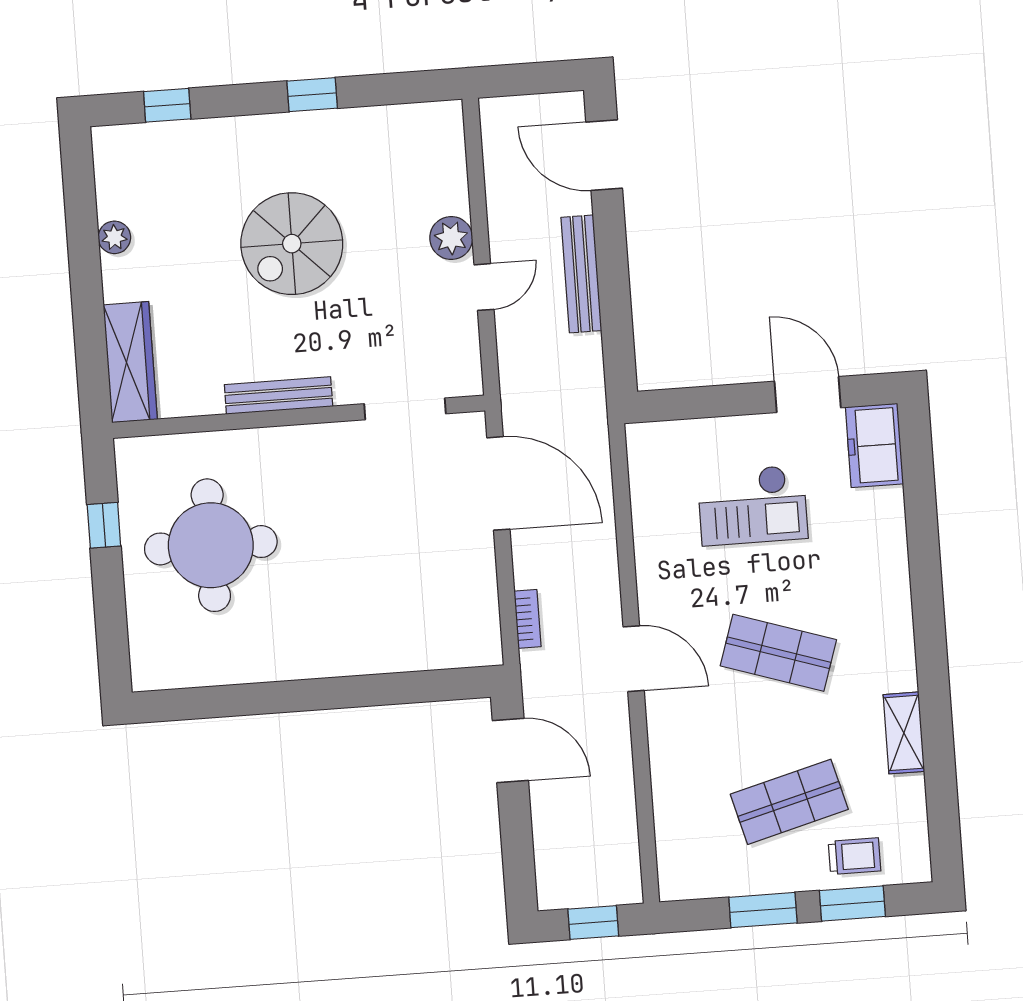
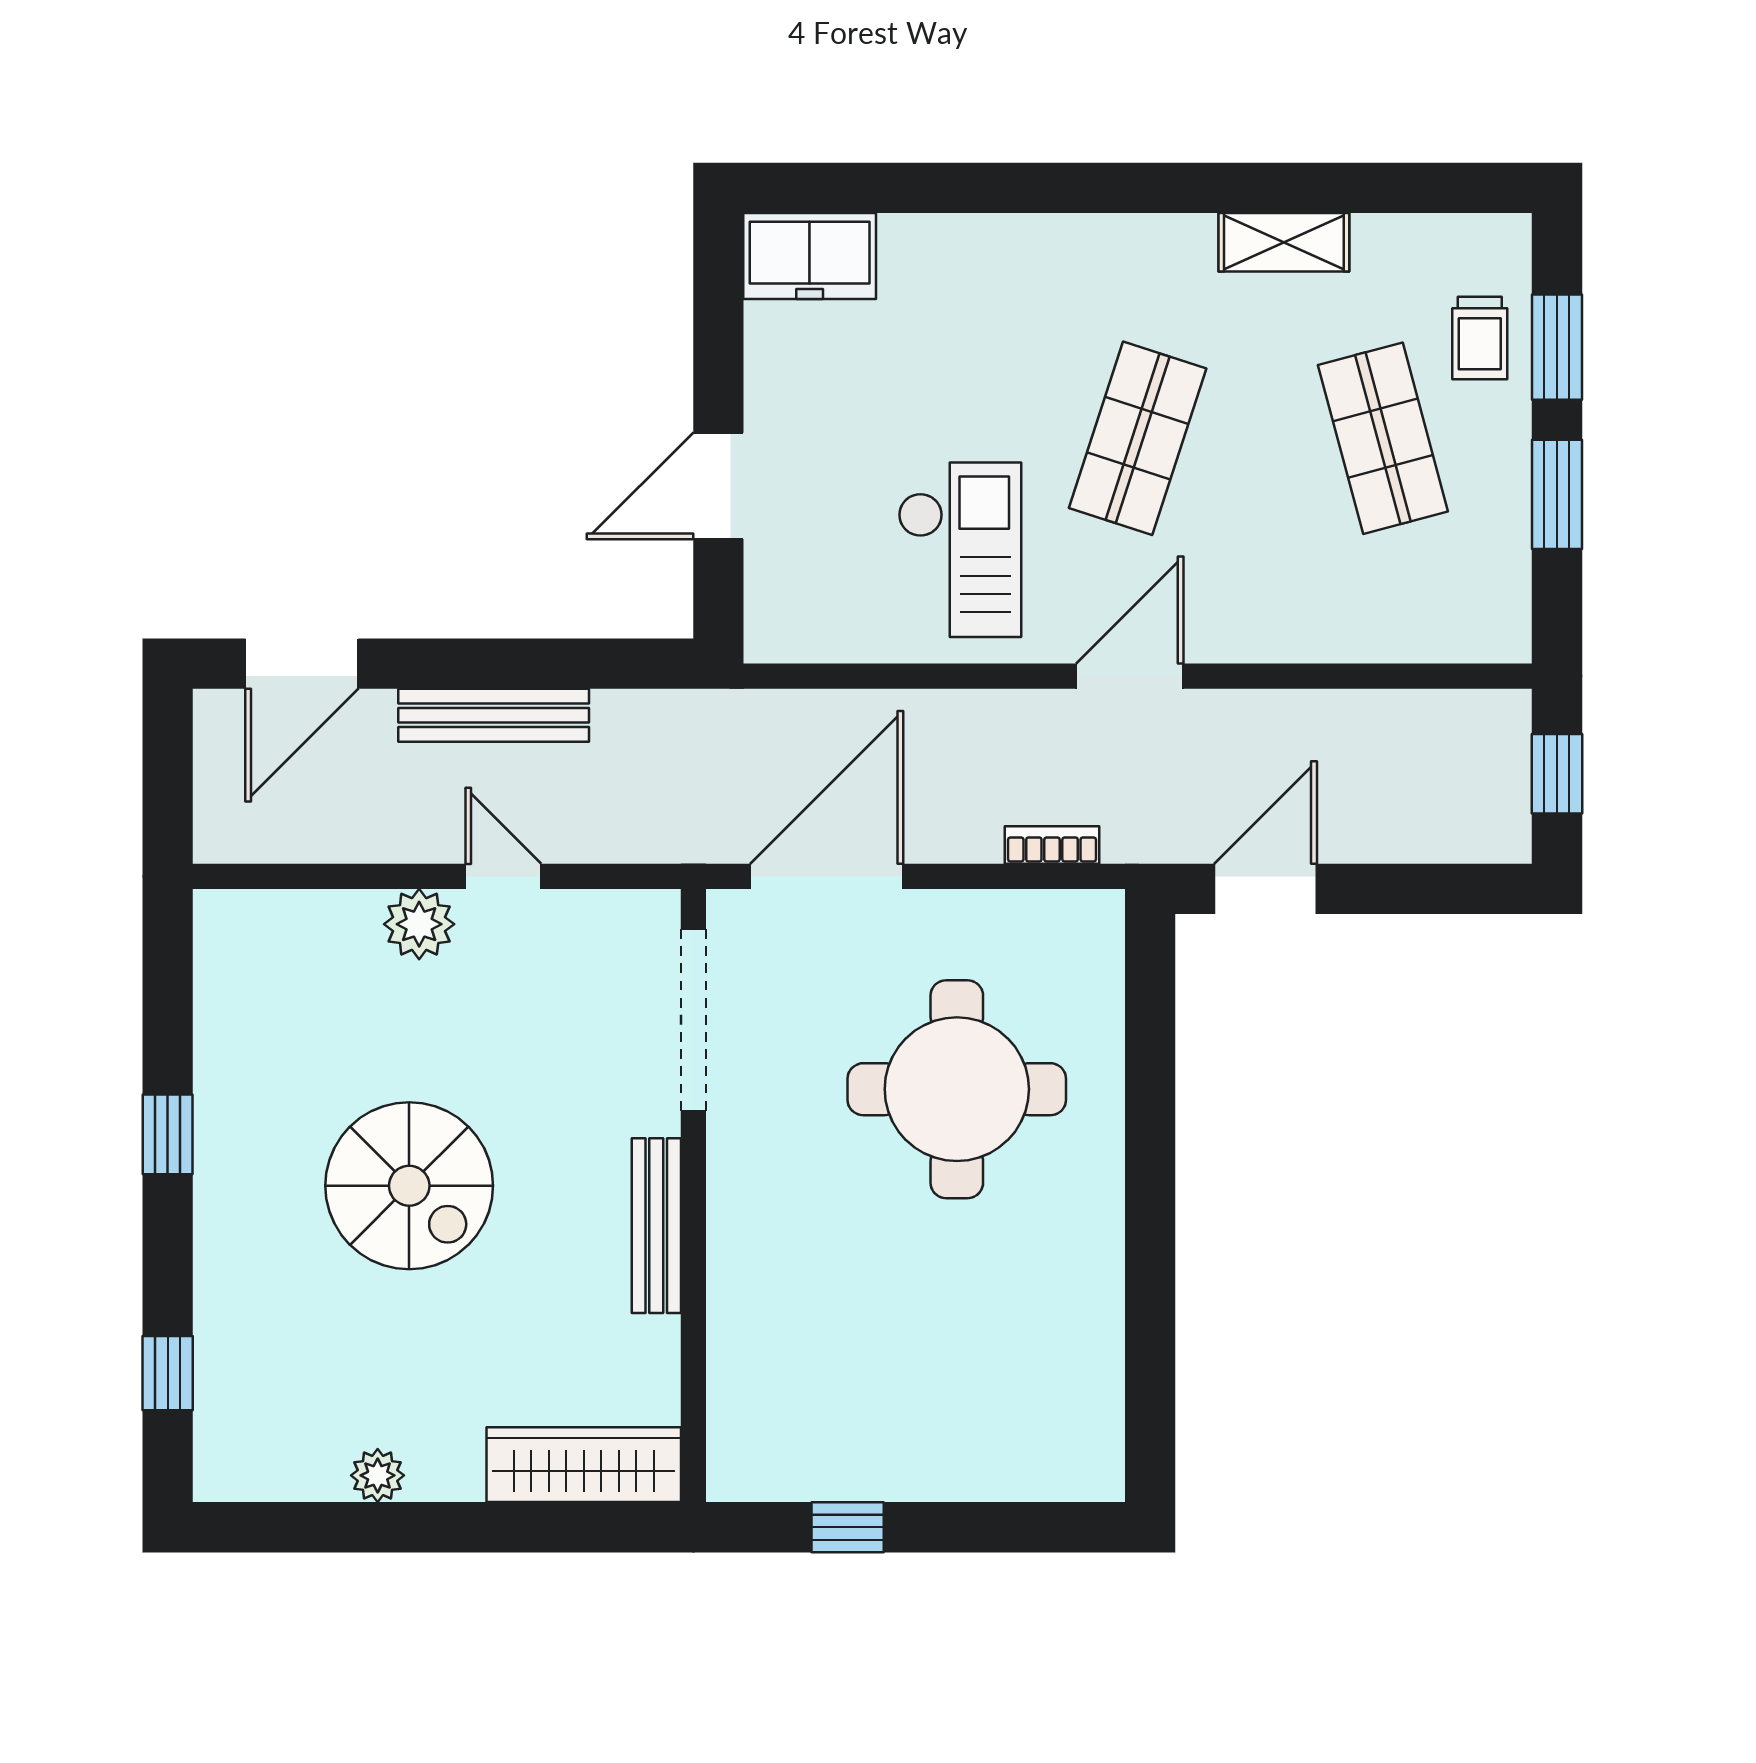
door: (808, 395) -> (718, 486), moved
doorway: (405, 409) -> (693, 1020), width x1.36
checkout: (753, 505) -> (960, 550), moved
round table: (211, 545) -> (957, 1089), moved
trolley: (855, 856) -> (1480, 338), turned 180

